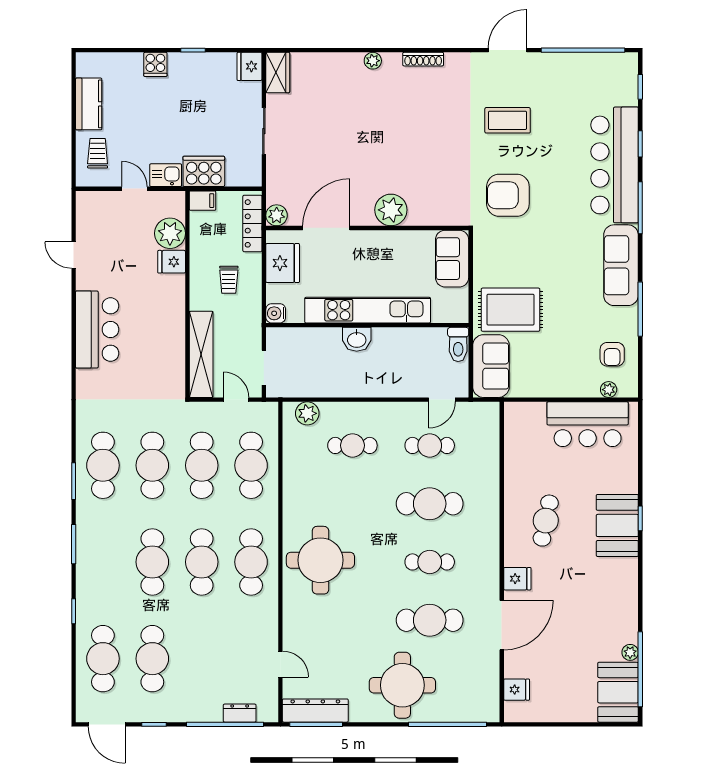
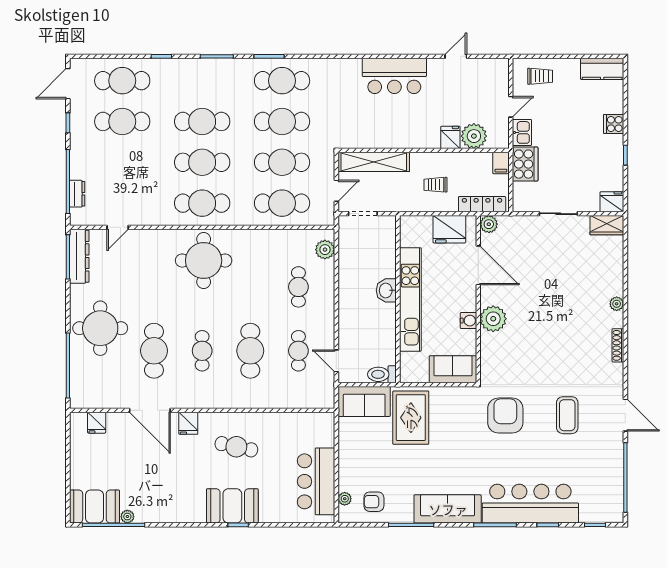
kitchen counter: (89, 104) -> (602, 69), moved
water cooler: (276, 313) -> (468, 321), moved, turned 90

